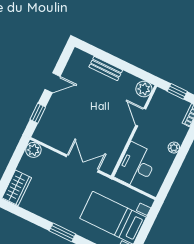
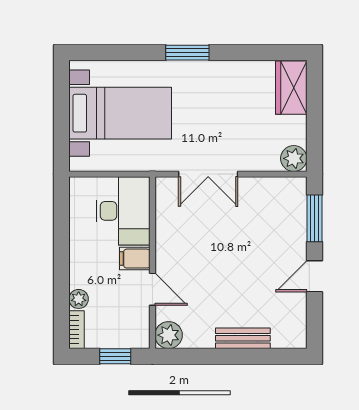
window: (38, 113) -> (314, 218), width x1.50
filing cabinet: (142, 138) -> (135, 259), added
plant: (174, 148) -> (79, 299), moved

